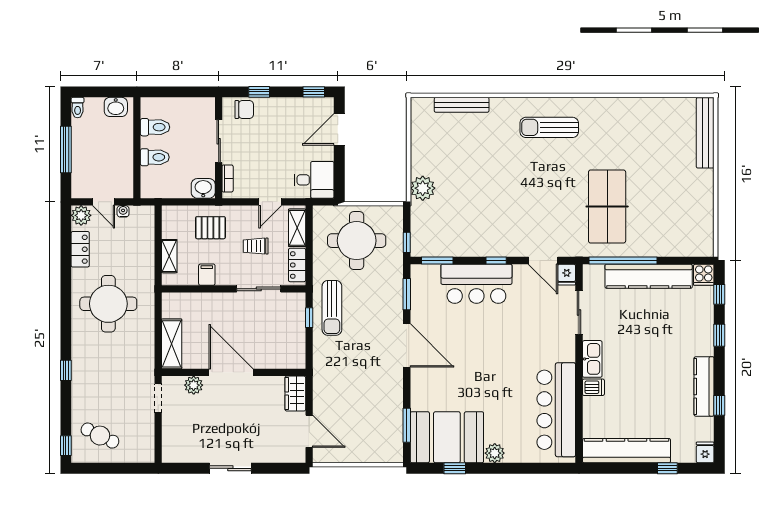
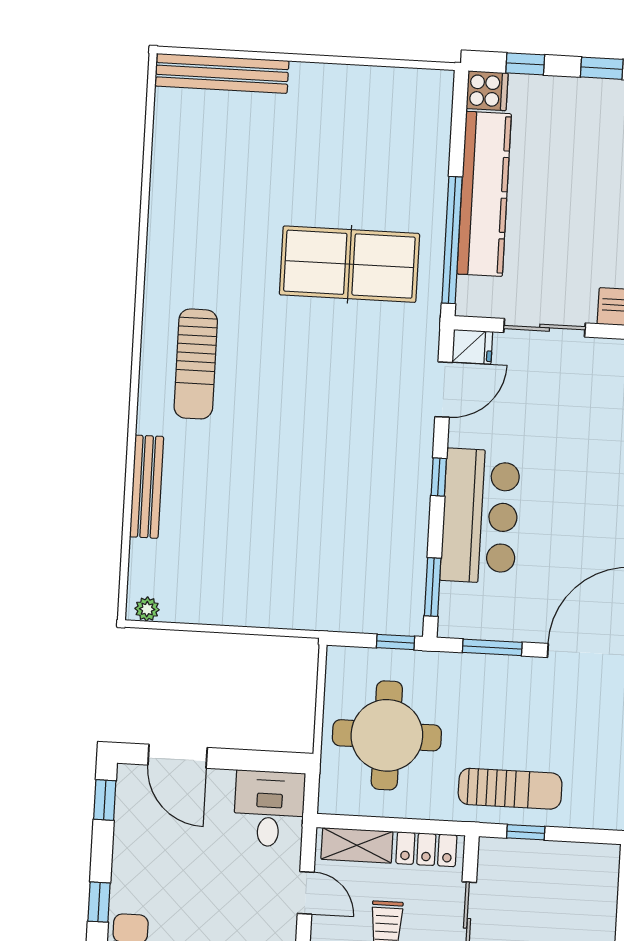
bench: (462, 105) -> (147, 487), moved
plant: (423, 188) -> (147, 609), moved, width x0.53, depth x0.53

